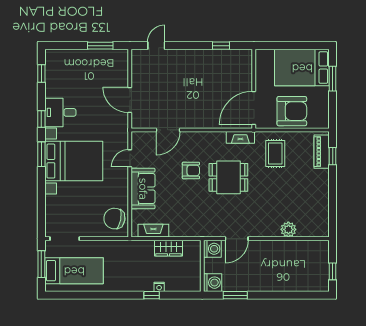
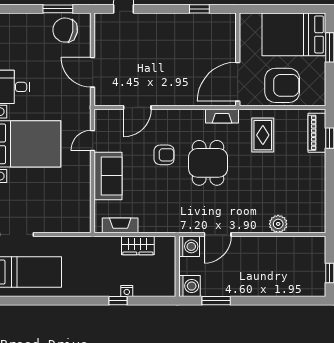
dining table: (228, 177) -> (208, 163), turned 90
chair: (114, 219) -> (65, 30), moved

